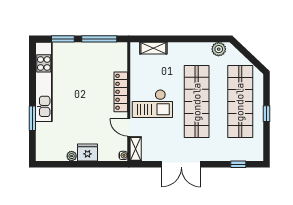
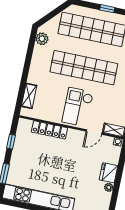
window: (99, 39) -> (11, 142), width x0.46
locker: (121, 92) -> (49, 130), moved
checkout: (152, 104) -> (78, 107), turned 180

